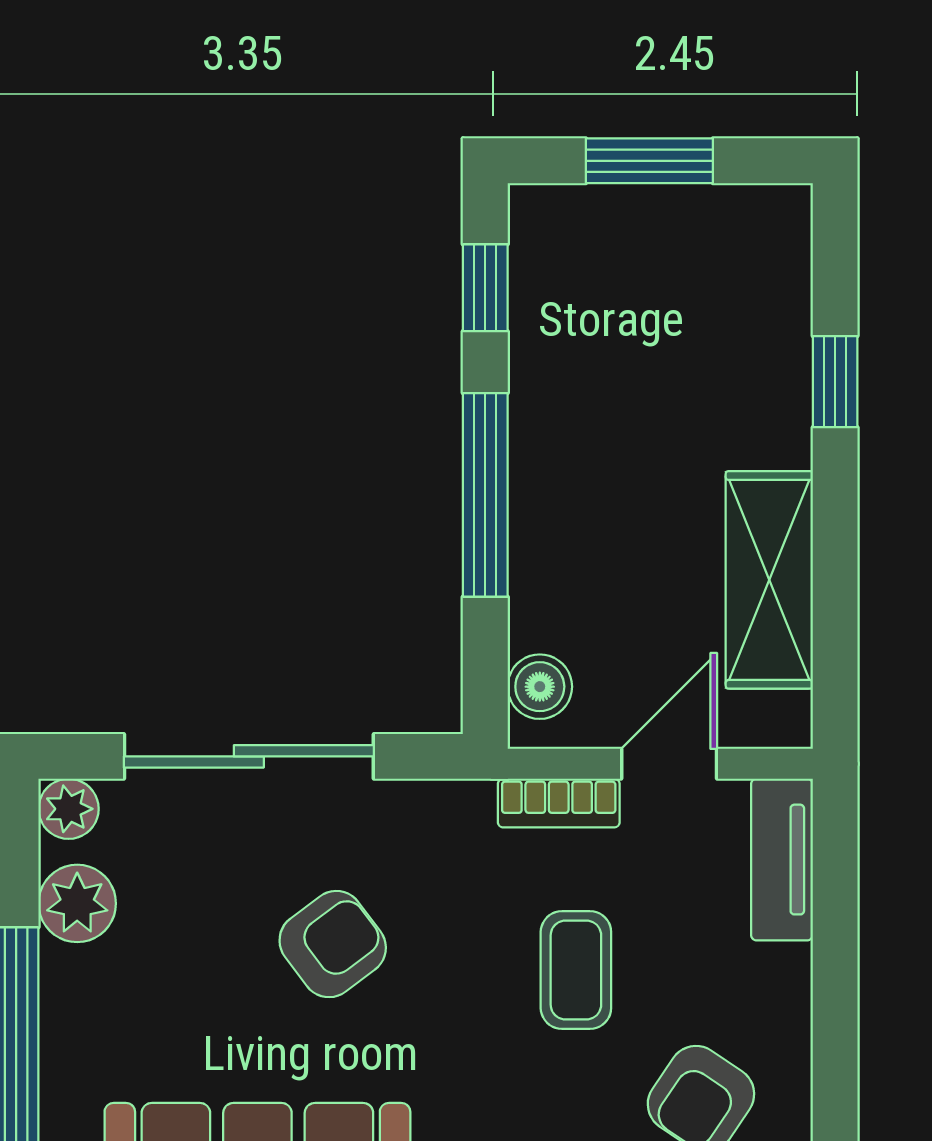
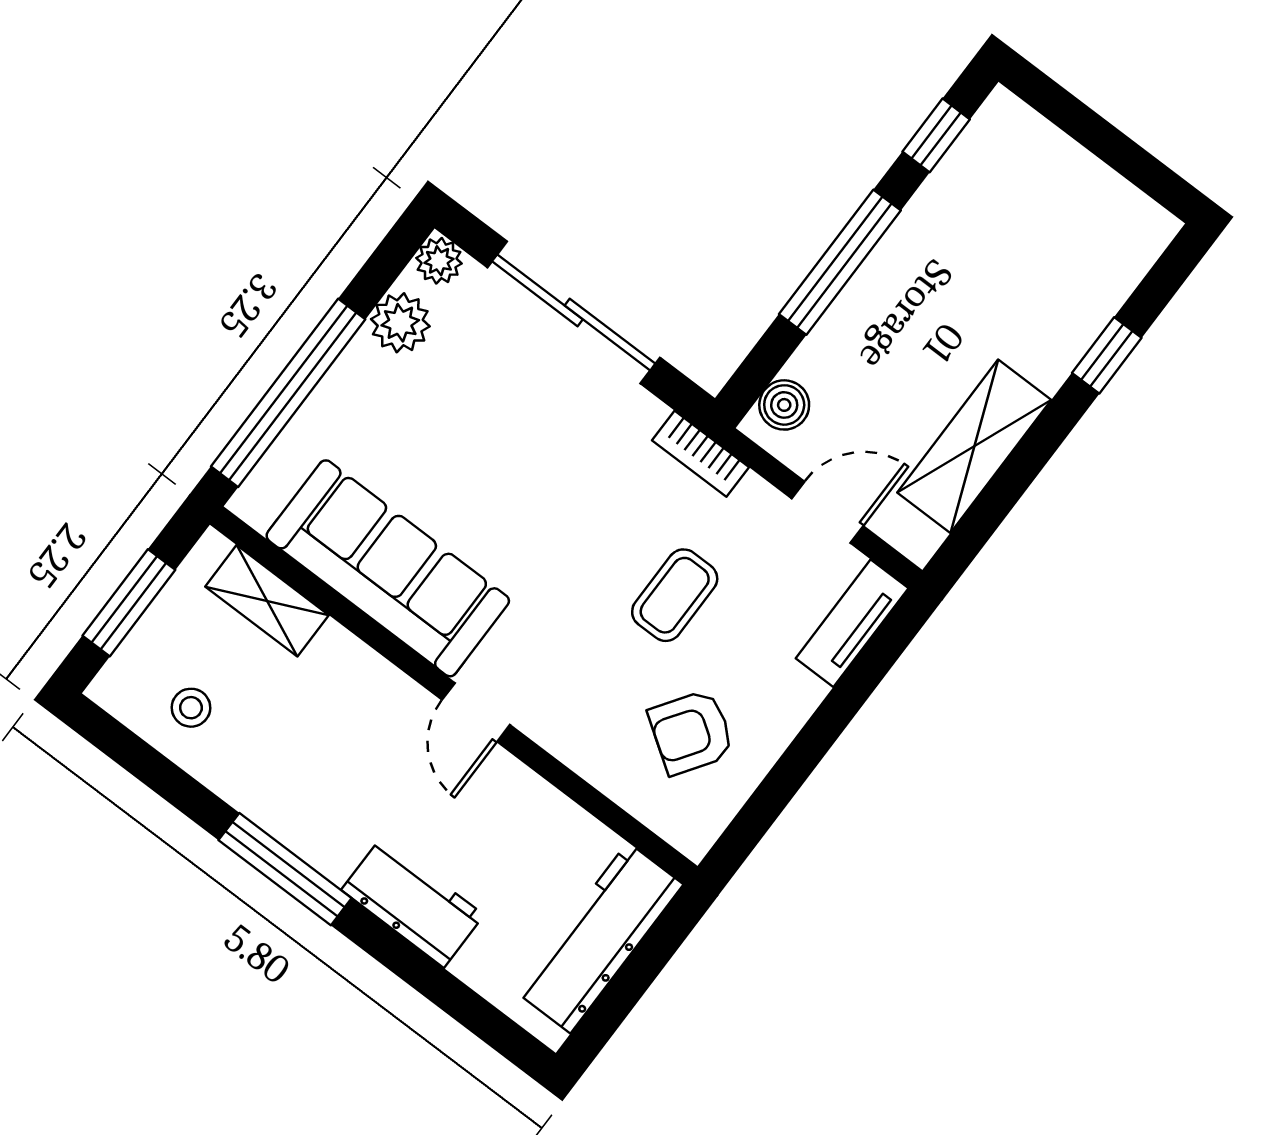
window: (649, 161) -> (1096, 134), removed
bookcase: (559, 803) -> (700, 454), moved
armchair: (333, 944) -> (538, 466), removed

